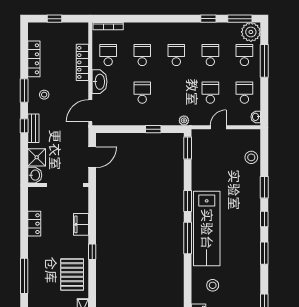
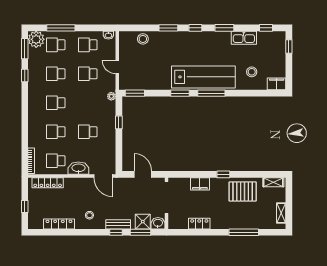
locker: (82, 62) -> (48, 183), moved
window: (24, 90) -> (140, 232), moved
kitchen sink: (253, 276) -> (244, 38), added

